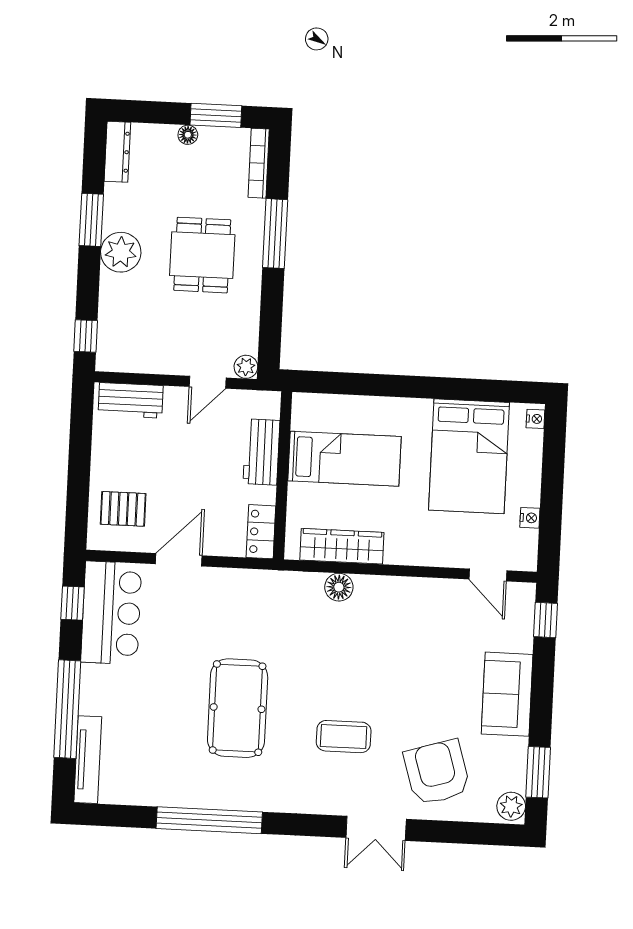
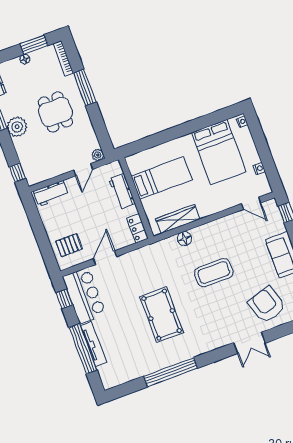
coffee table: (344, 737) -> (214, 273), moved, width x1.36, depth x1.32
tv unit: (88, 760) -> (93, 344), moved

